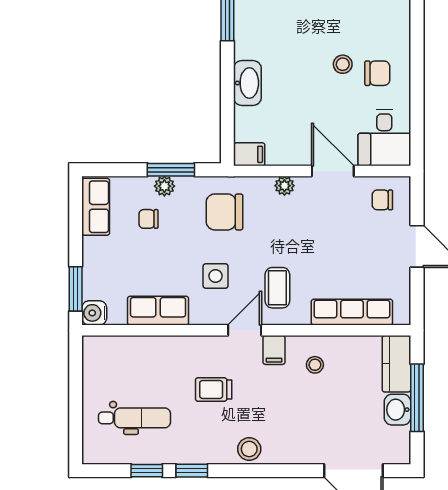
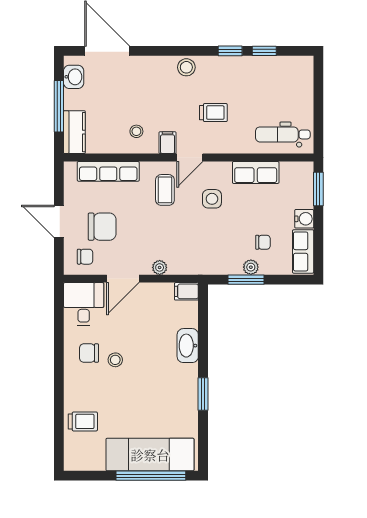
door: (333, 171) -> (123, 279), hinge flipped
chair: (224, 212) -> (102, 227), moved
water cooler: (94, 313) -> (304, 219), moved
washbasin: (397, 410) -> (74, 77), moved
dental chair: (135, 418) -> (283, 134), moved

